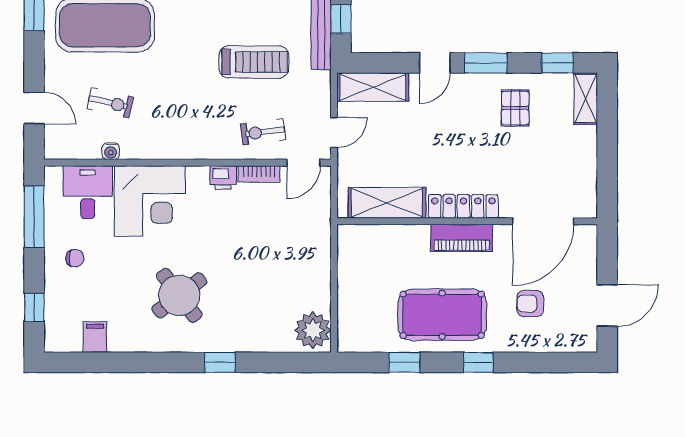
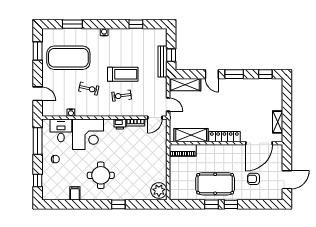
treadmill: (254, 62) -> (123, 74), moved
door: (435, 63) -> (212, 74), hinge flipped
shelving: (586, 99) -> (278, 122), moved
exercise bike: (110, 103) -> (89, 89), moved
pallet: (515, 108) -> (247, 94), removed
exercise bike: (263, 132) -> (122, 96), moved
door: (334, 132) -> (168, 104), hinge flipped
piano: (462, 238) -> (183, 150), moved
round table: (179, 295) -> (101, 175), turned 37
filing cabinet: (95, 337) -> (75, 193), moved
window: (404, 362) -> (211, 204), moved

